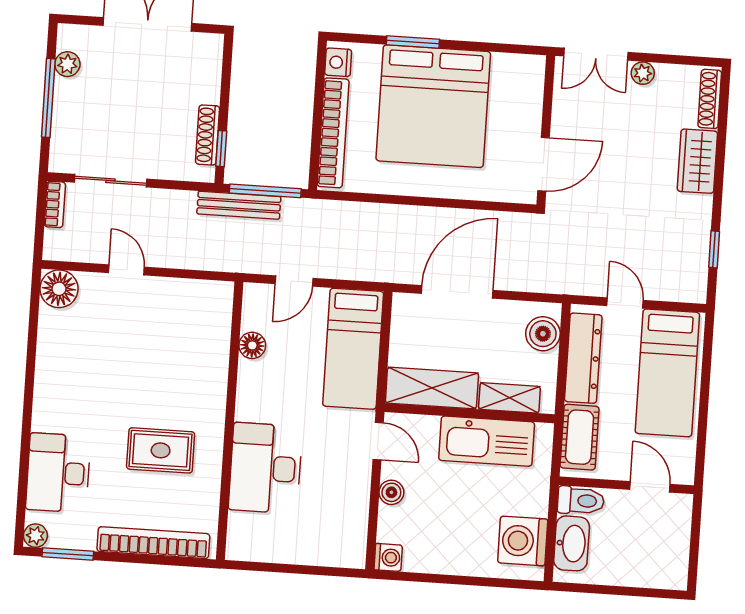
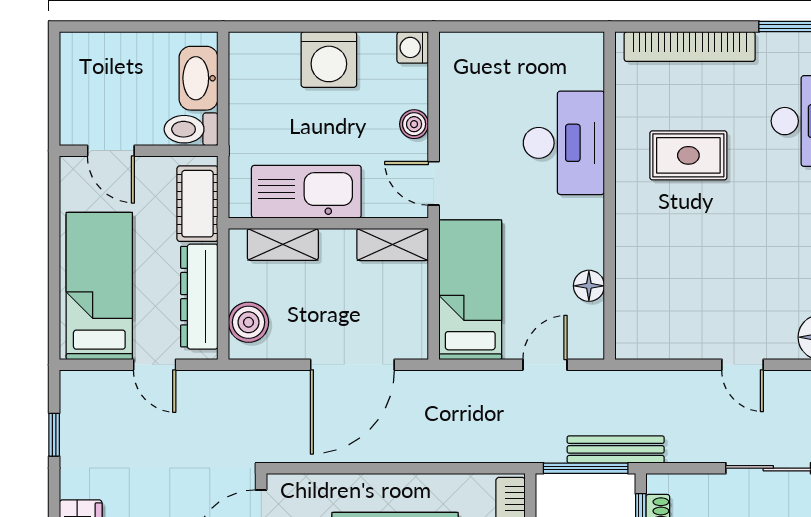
shelving: (432, 388) -> (392, 244), width x0.67, depth x0.75
washing machine: (523, 541) -> (329, 59), moved, turned 90

